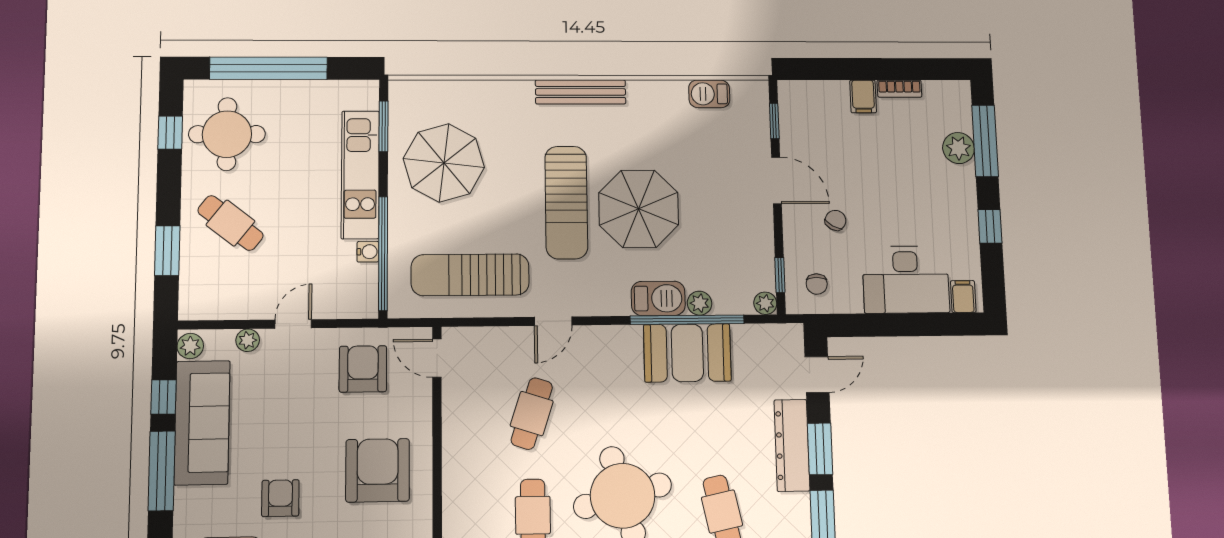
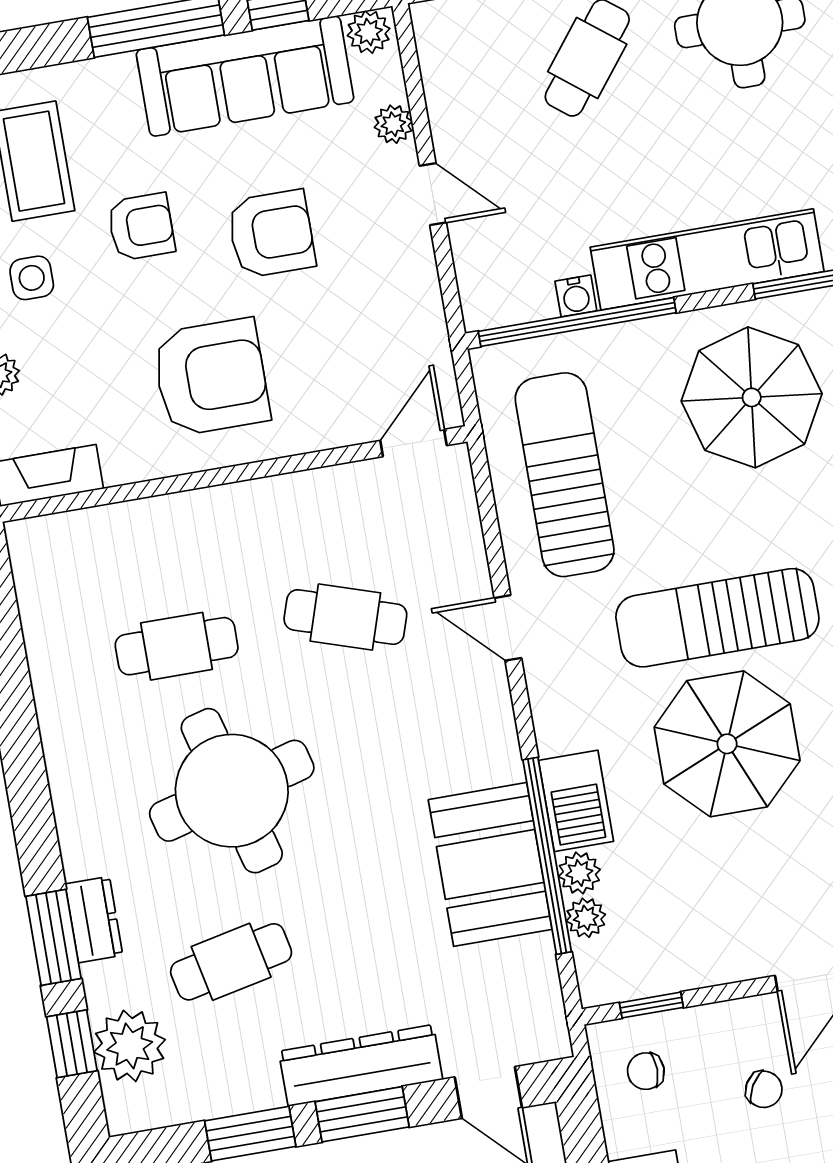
plant: (765, 303) -> (586, 918), moved
armchair: (363, 369) -> (271, 234), moved

